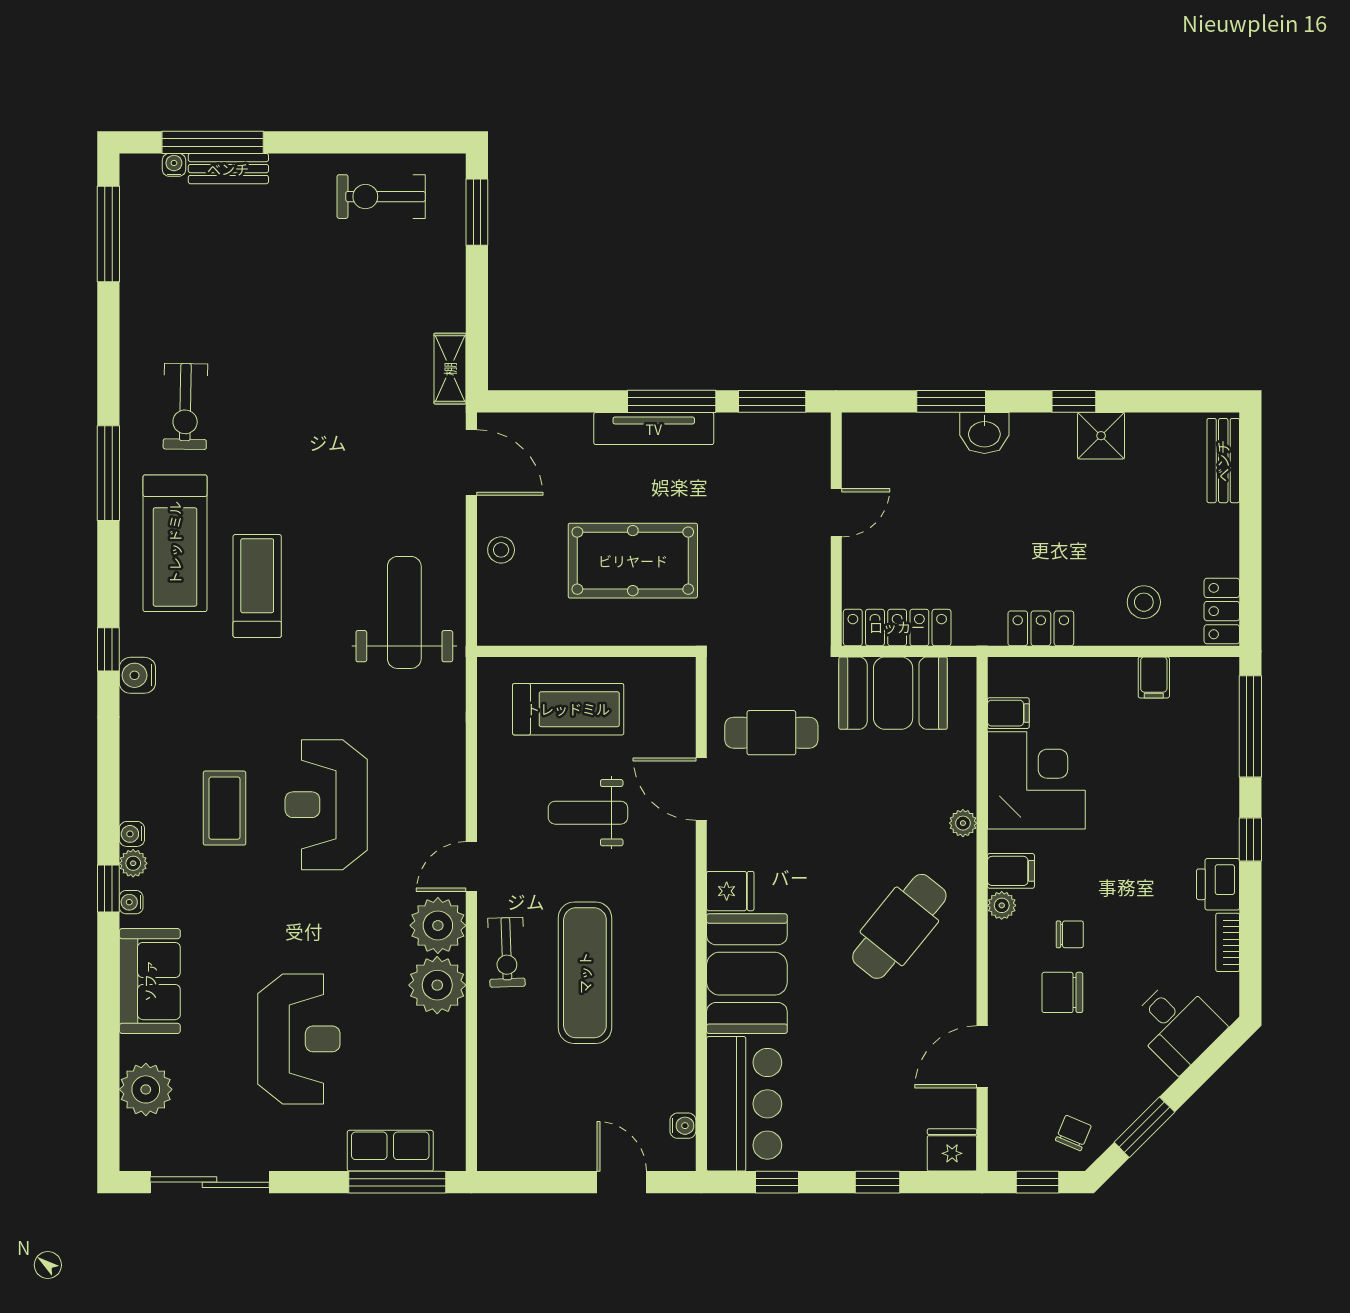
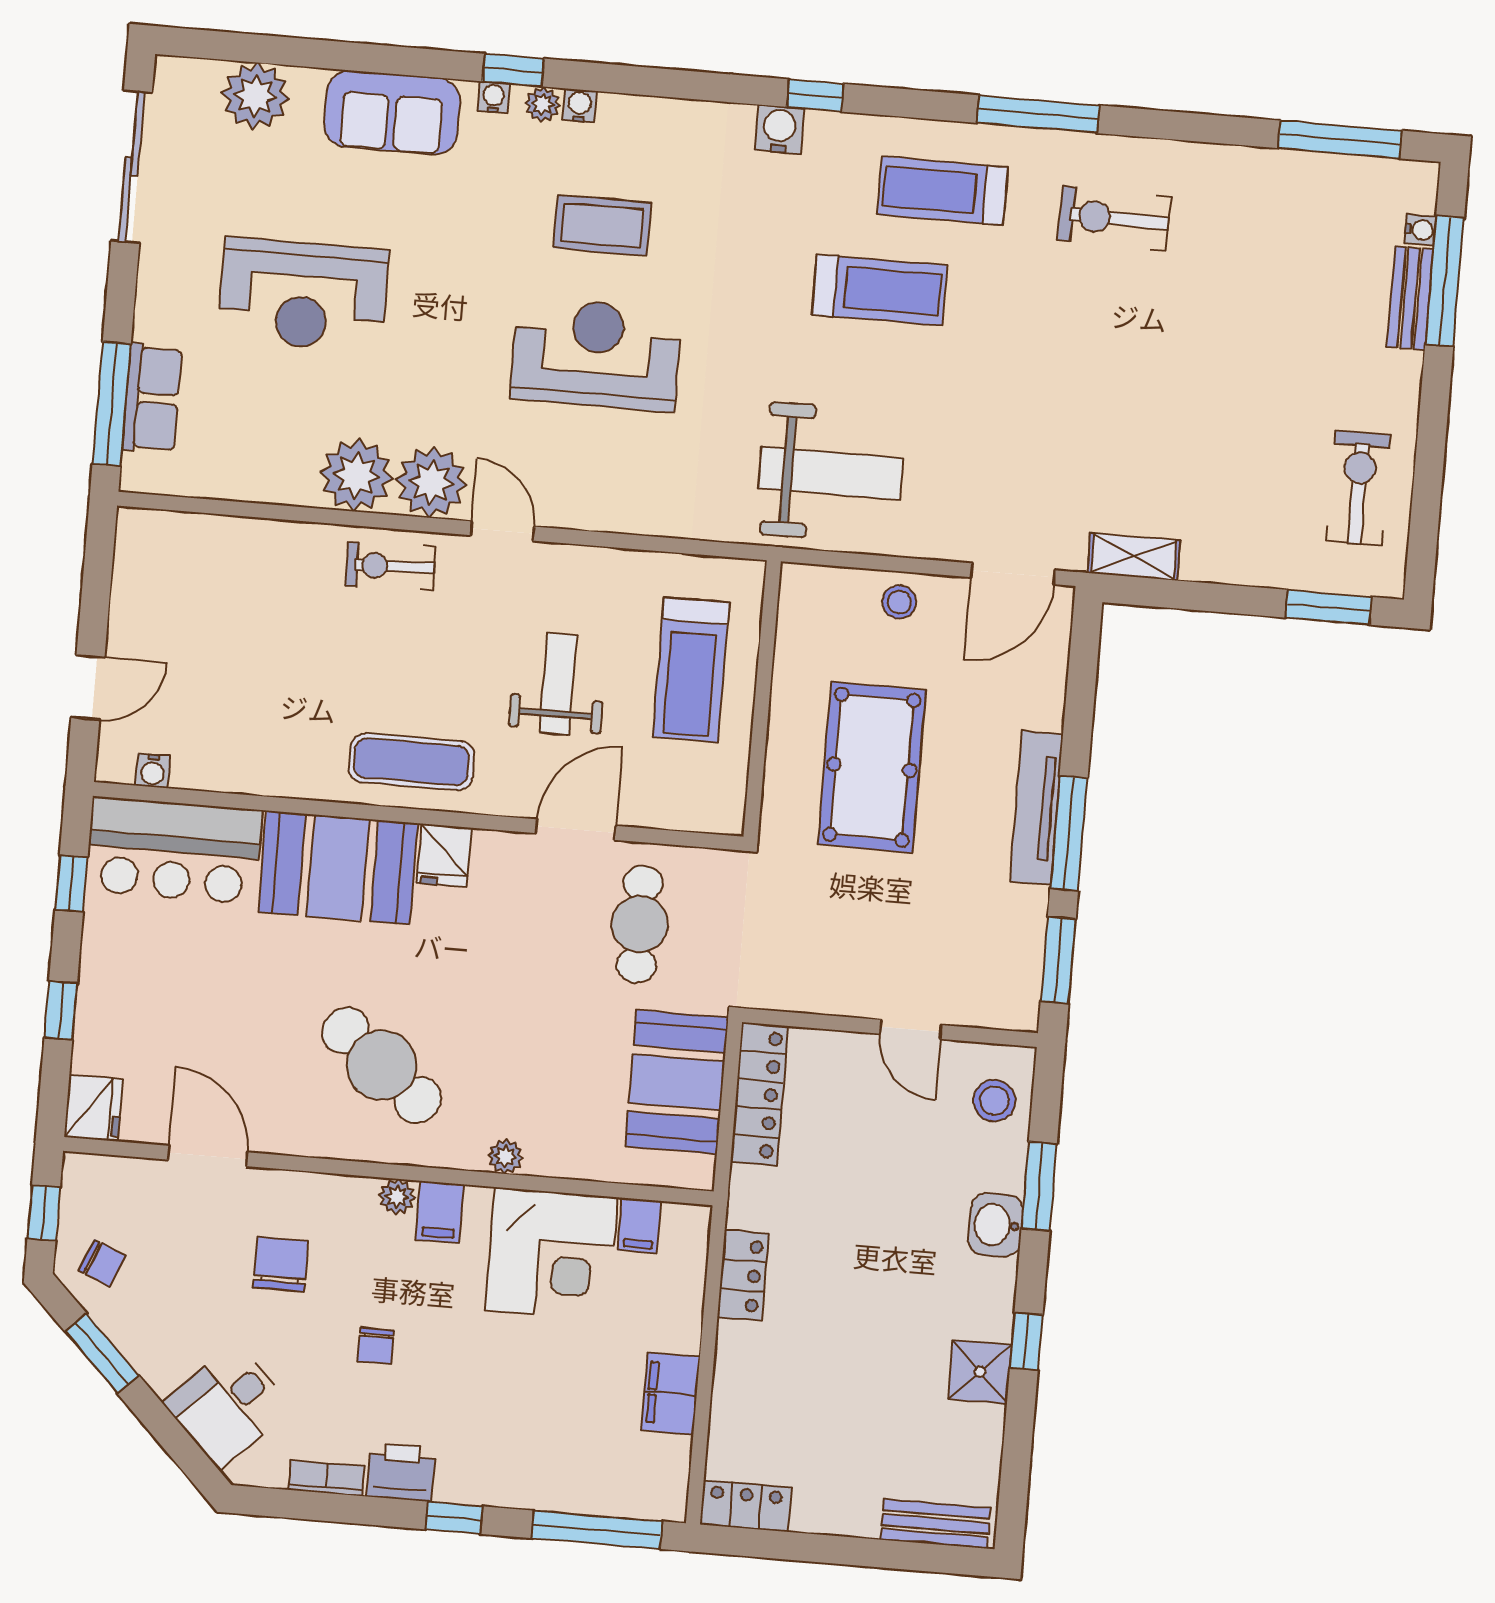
treadmill: (175, 543) -> (942, 191), width x0.73, depth x0.73
stool: (1144, 602) -> (994, 1101), moved
filing cabinet: (1154, 677) -> (671, 1393), width x2.00
chair: (1070, 934) -> (376, 1346), moved
exercise mat: (585, 973) -> (411, 762), moved, width x0.73, depth x0.69

